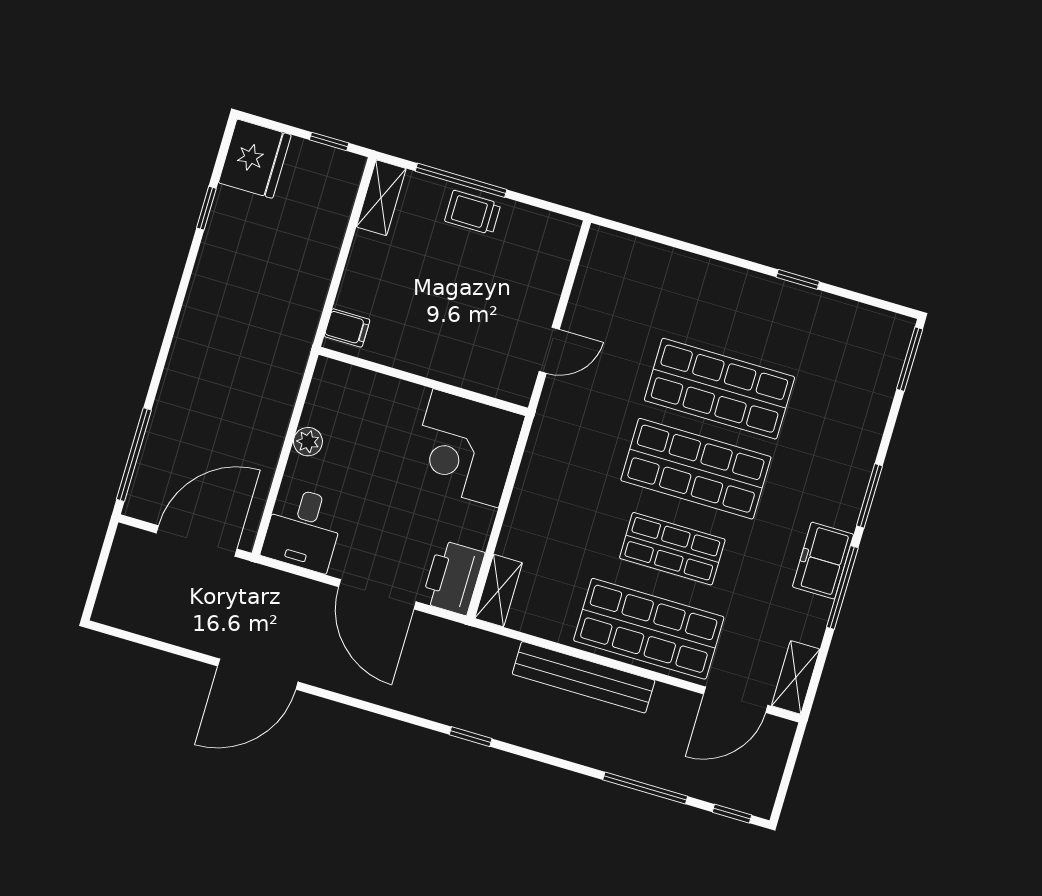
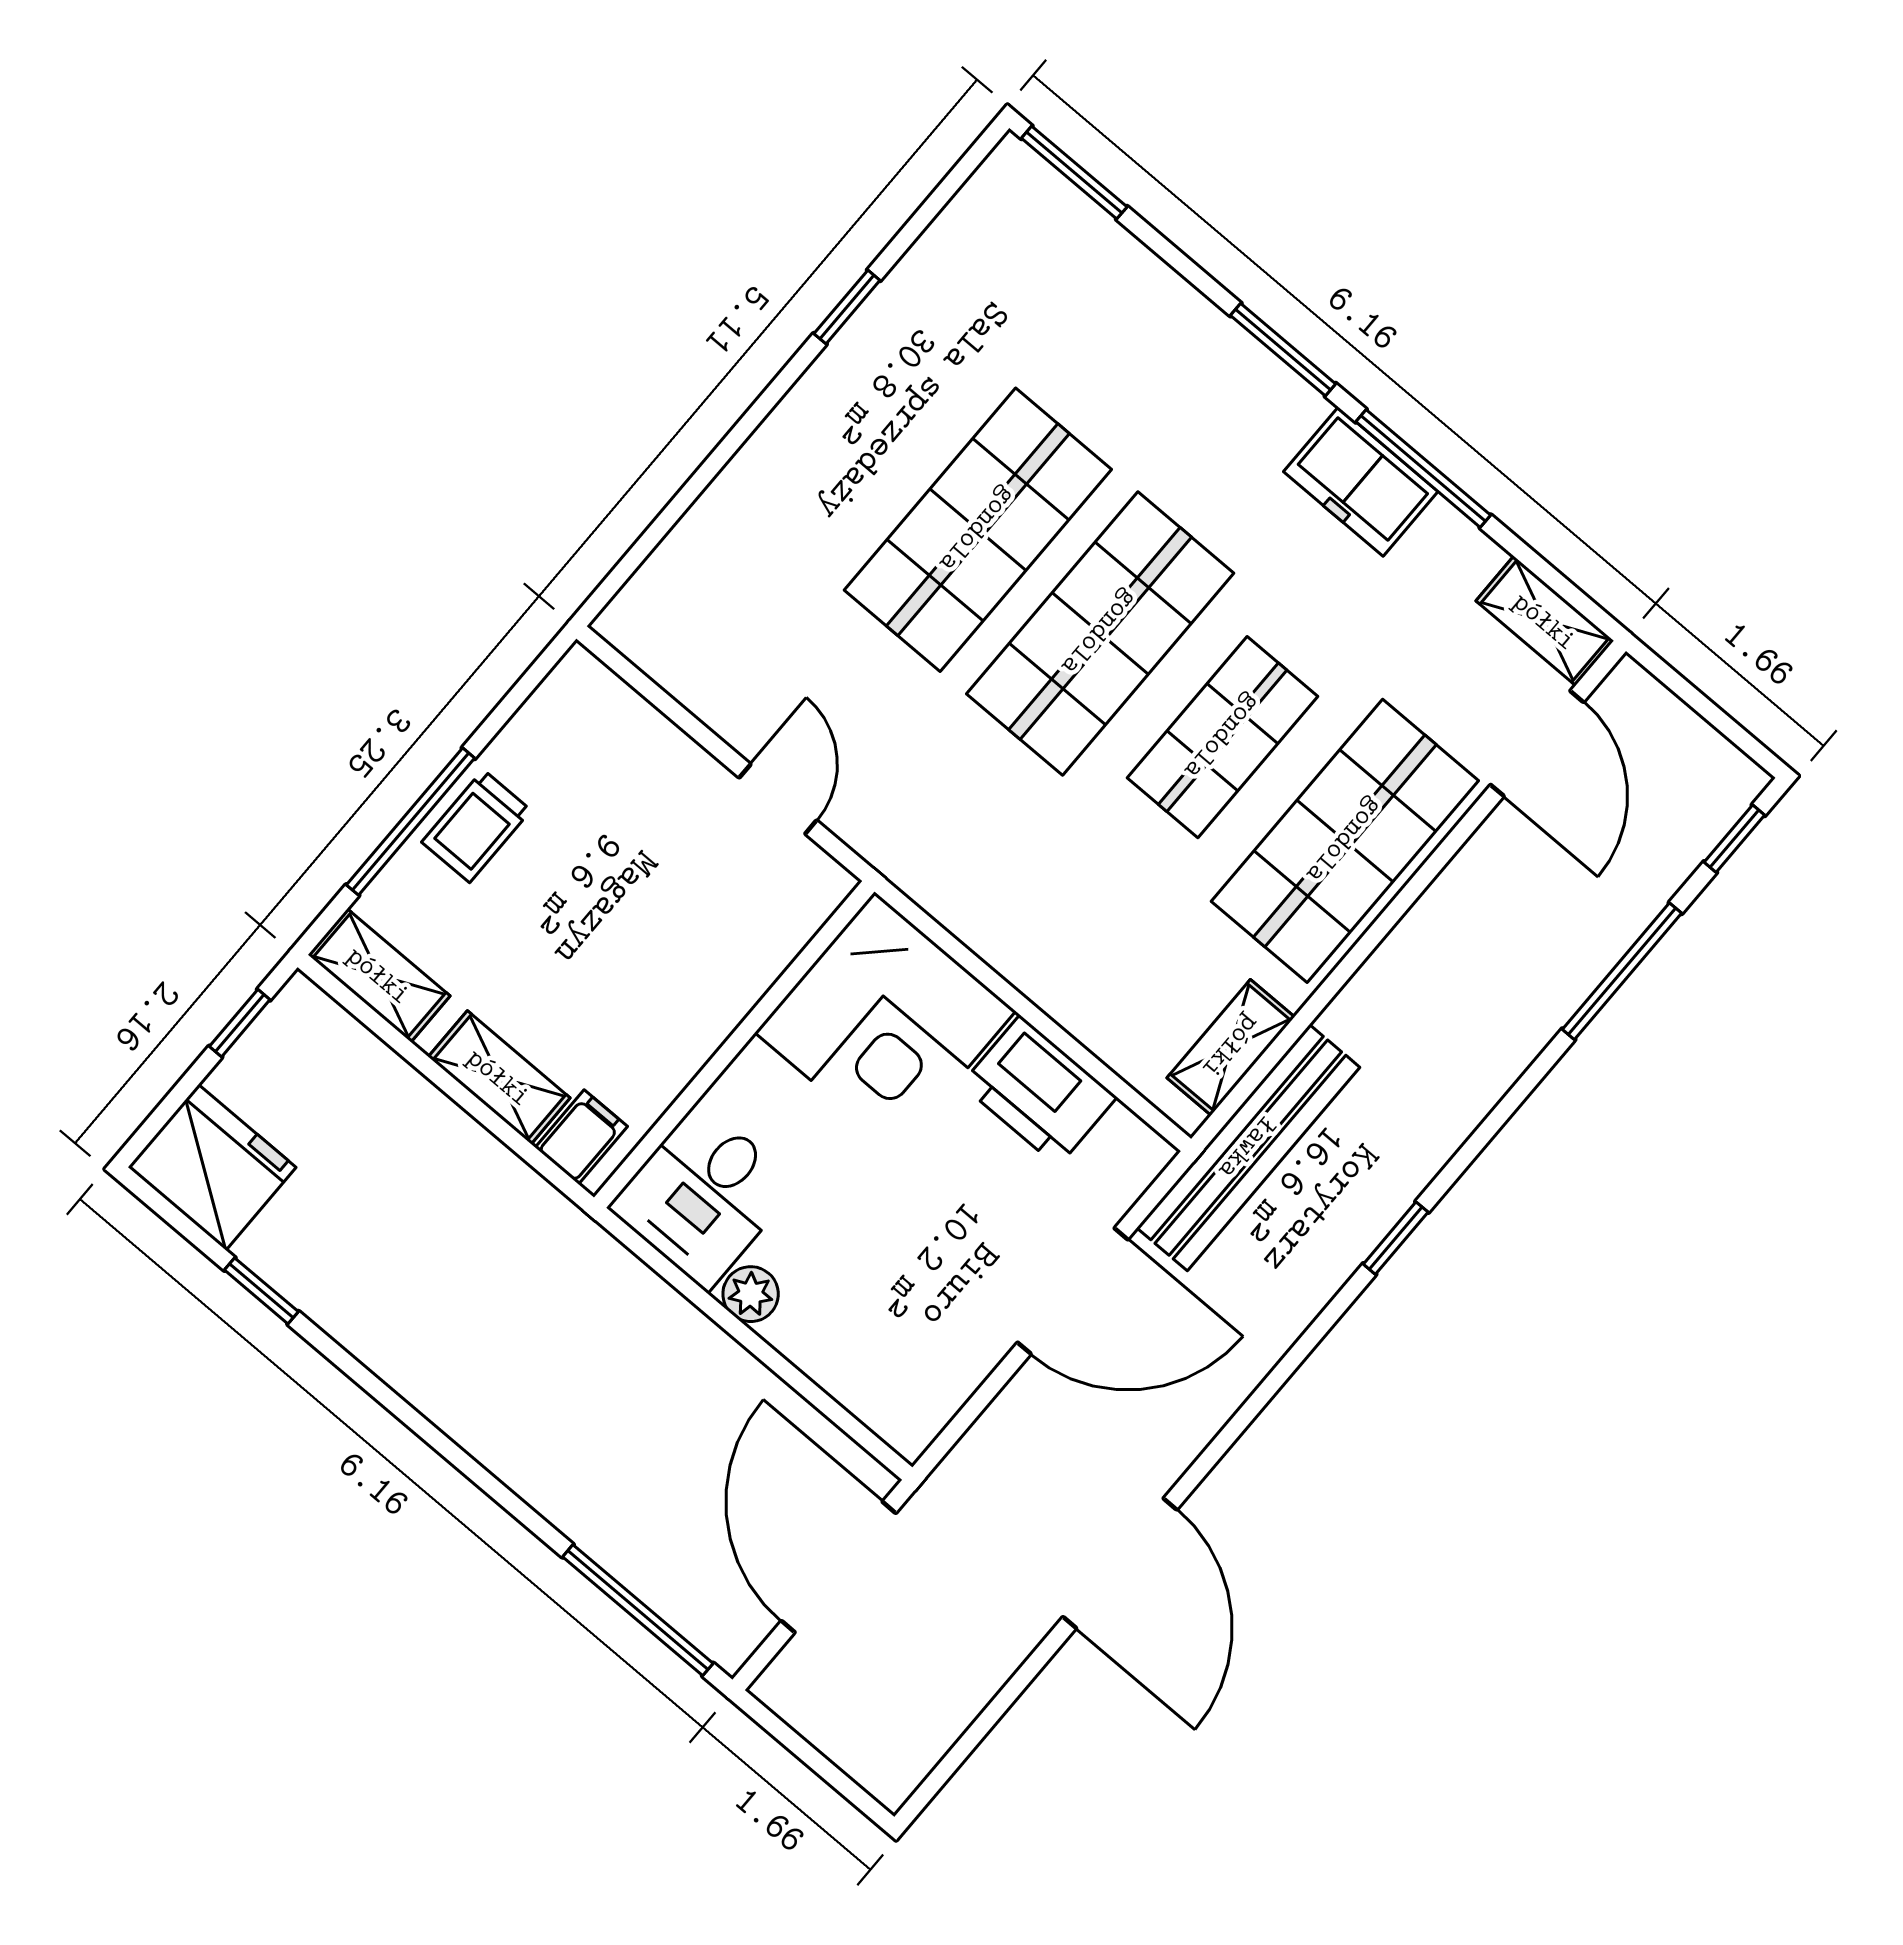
shelving: (358, 276) -> (499, 1077), added
desk: (303, 529) -> (703, 1196), moved, turned 90
printer: (453, 578) -> (1039, 1091), moved
shelving: (499, 591) -> (1231, 1047), moved, turned 90
bench: (584, 677) -> (1248, 1148), moved

